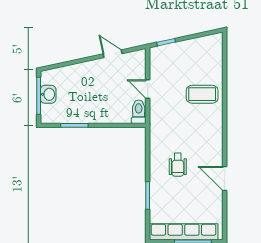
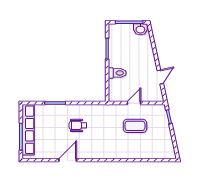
washbasin: (48, 94) -> (140, 29), moved
coffee table: (202, 94) -> (135, 126), moved, turned 90
toilet: (139, 112) -> (117, 73), moved

